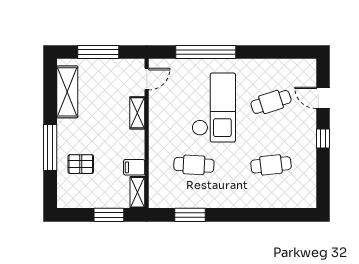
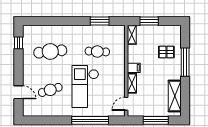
window: (323, 139) -> (19, 43), moved
cafe table: (271, 165) -> (50, 51), width x1.37, depth x1.35
filing cabinet: (134, 167) -> (134, 68), moved

